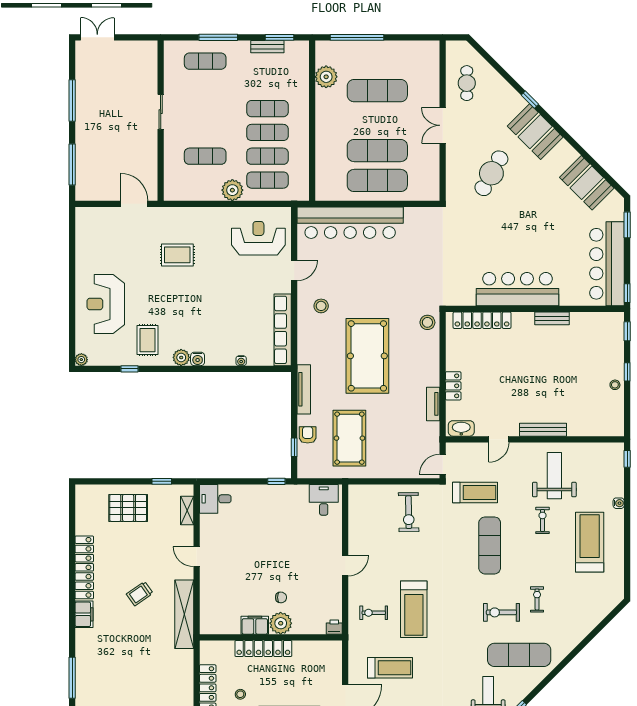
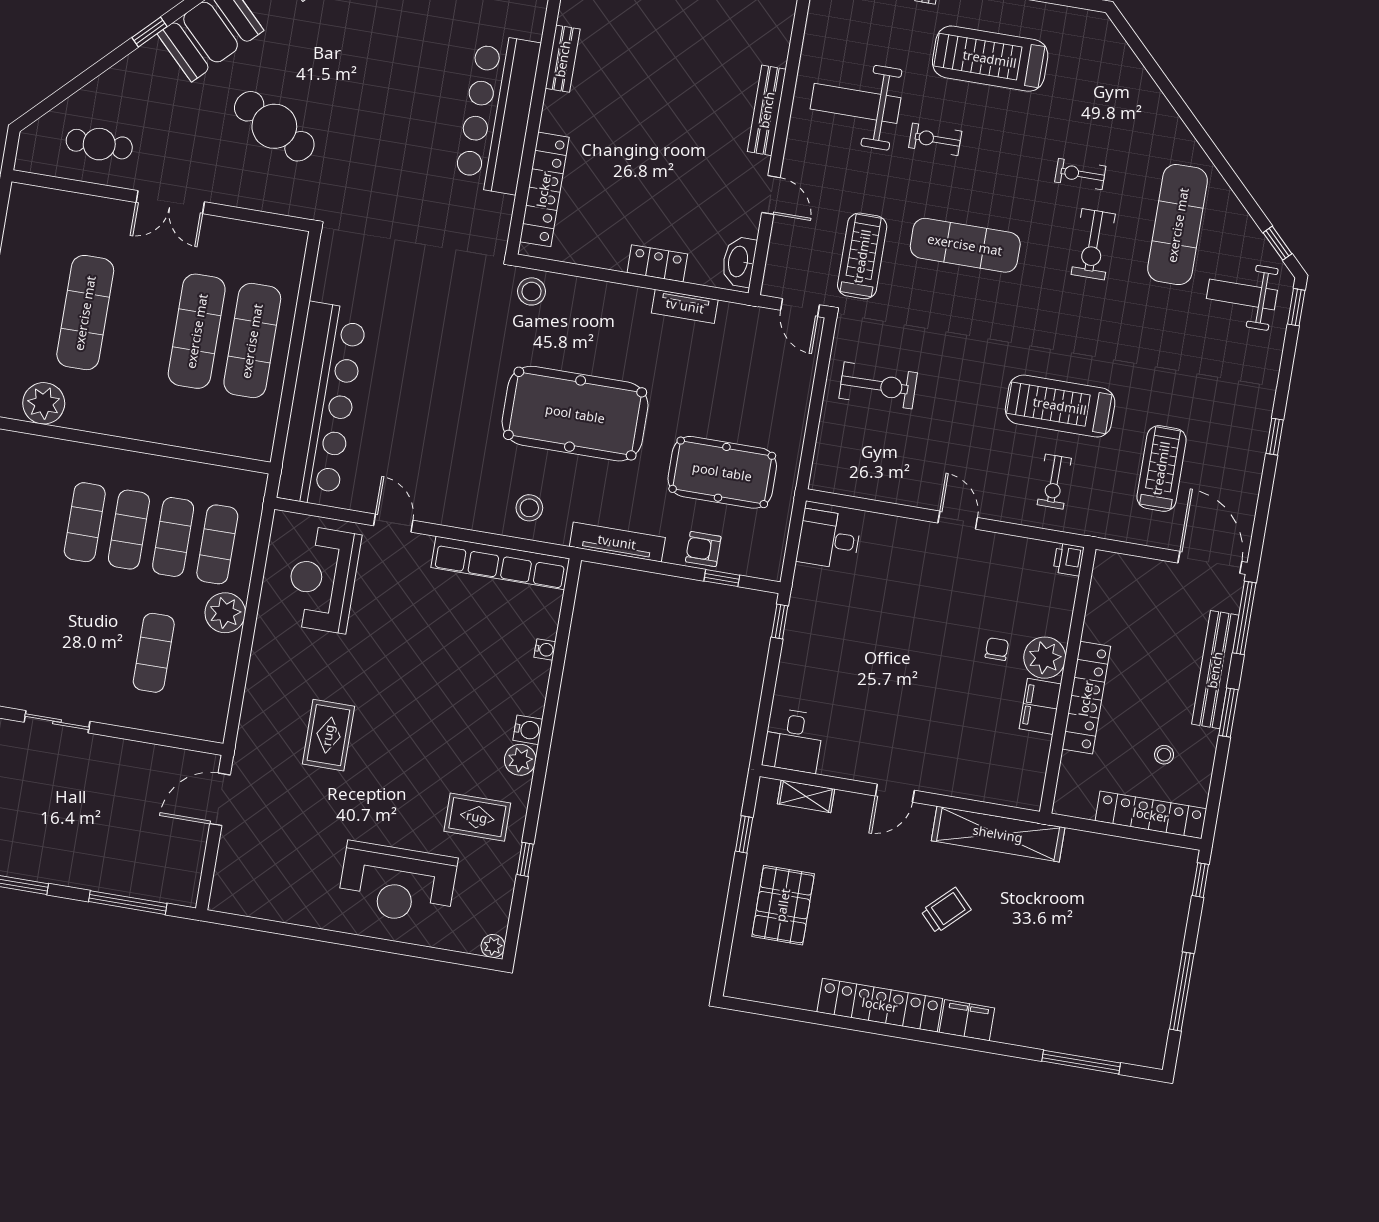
stool: (321, 306) -> (529, 508), moved
trolley: (140, 594) -> (946, 910), turned -99
treadmill: (414, 609) -> (1060, 406), turned 180

